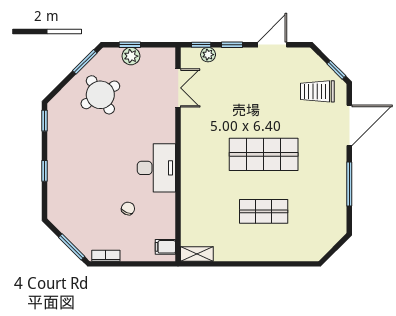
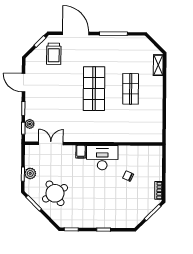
filing cabinet: (165, 247) -> (81, 152), moved
shelving: (197, 254) -> (158, 65), moved

